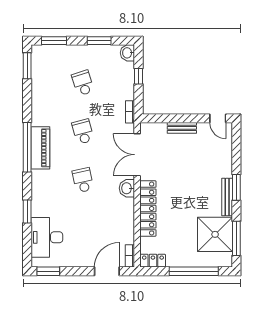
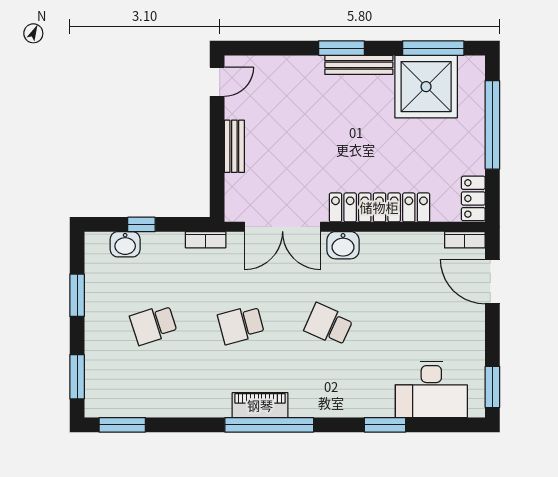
washbasin: (127, 53) -> (125, 244), moved
piano: (40, 148) -> (260, 405), width x0.73, depth x0.75
school desk: (83, 180) -> (329, 325), turned 36

